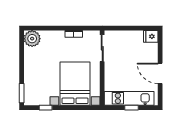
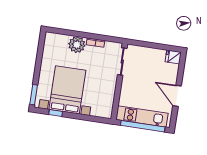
plant: (32, 39) -> (77, 45), moved
bed with nightstands: (75, 84) -> (67, 90), moved
window: (131, 108) -> (143, 126), width x3.17

